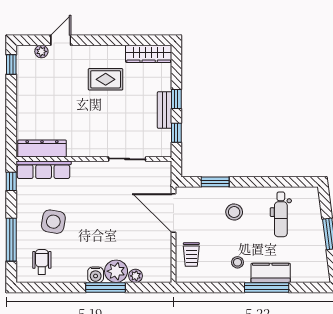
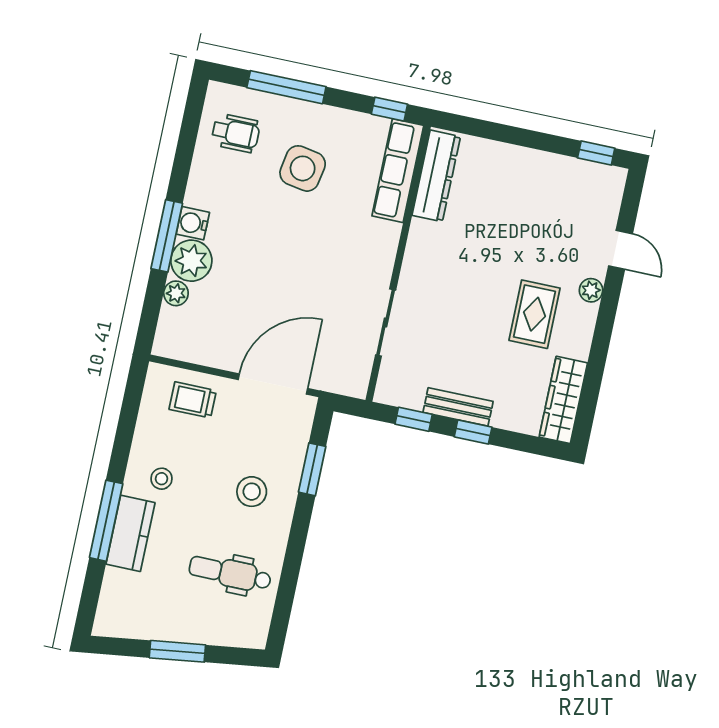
plant: (41, 51) -> (591, 290), moved

